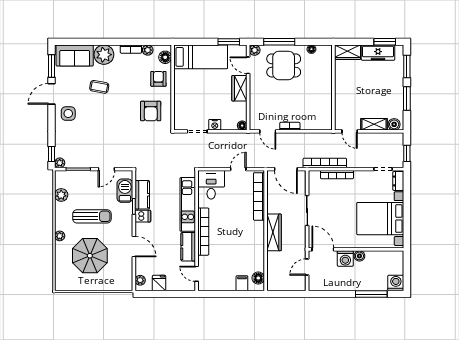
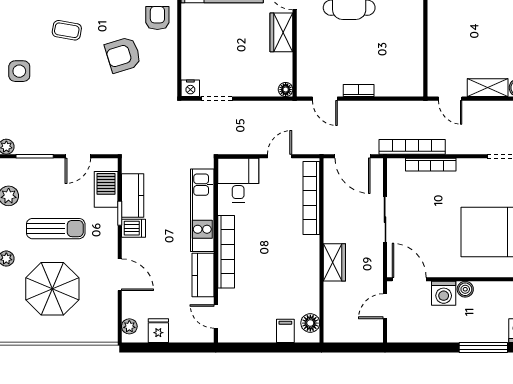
armchair: (151, 111) -> (123, 55), moved, turned 73
nightstand: (215, 125) -> (190, 88), moved
wardrobe: (274, 232) -> (334, 262), width x0.67

